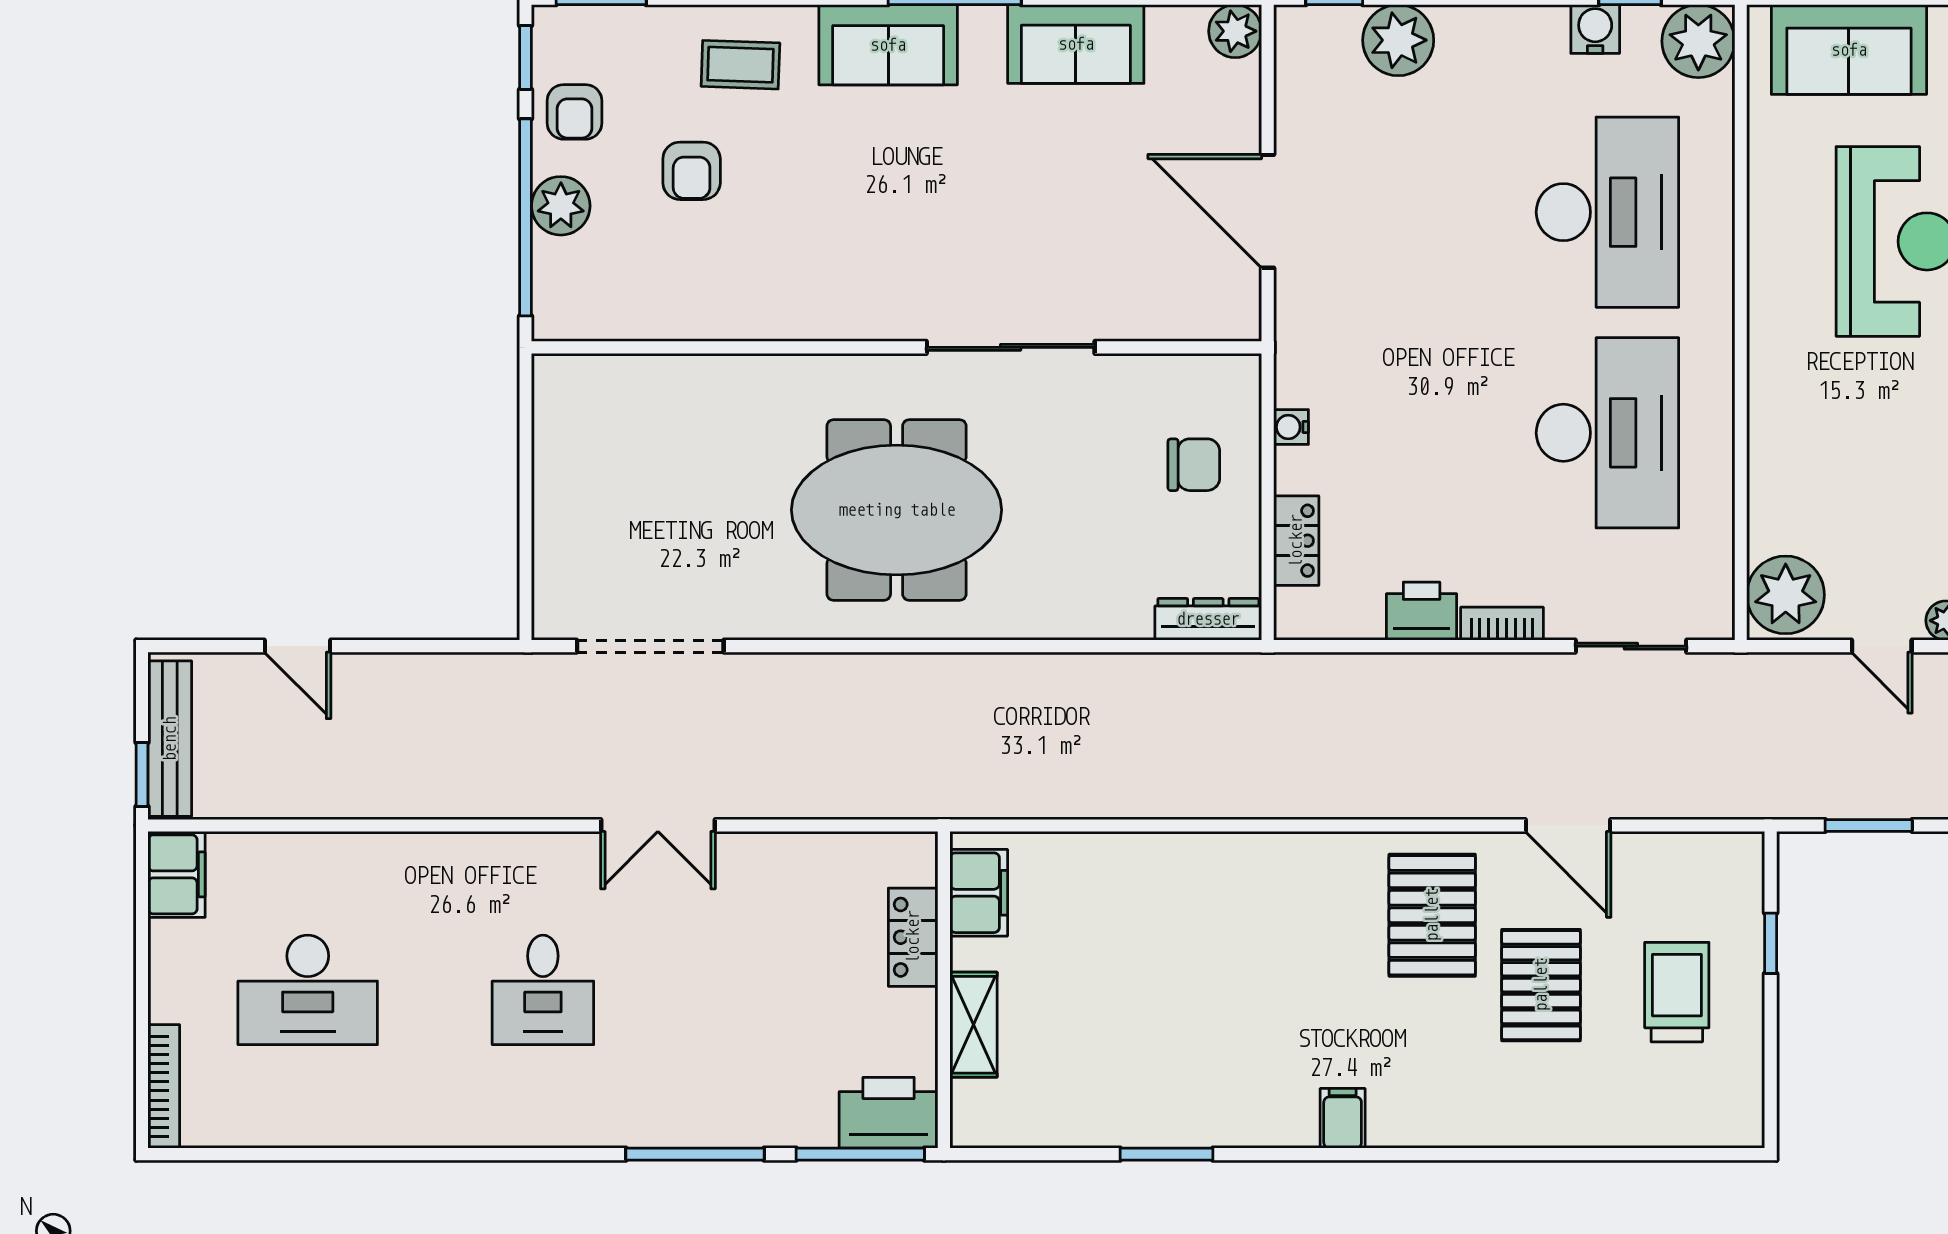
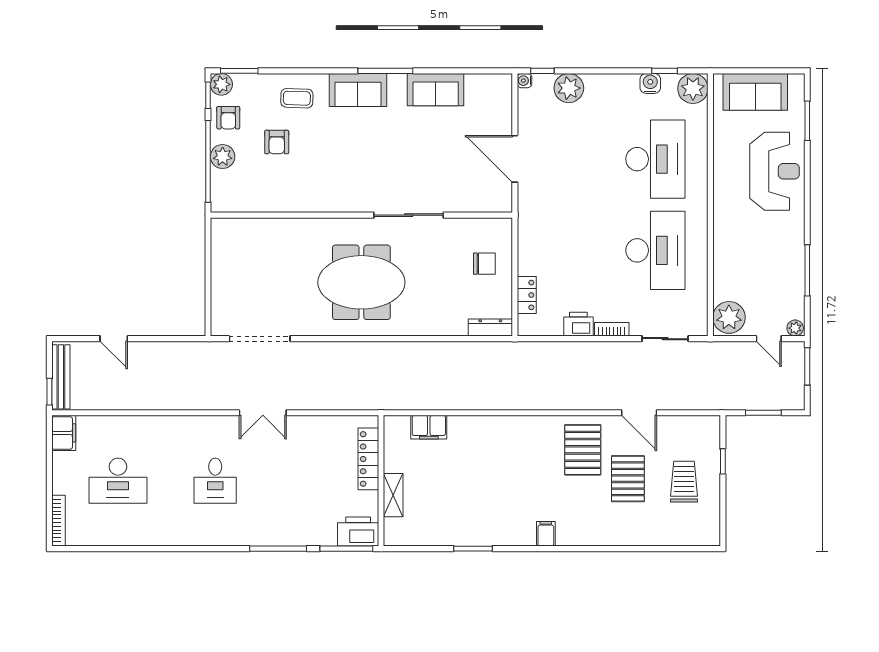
plant: (1235, 31) -> (221, 84), moved
water cooler: (1291, 427) -> (525, 81), moved
filing cabinet: (979, 893) -> (429, 427), moved, turned 90
locker: (913, 937) -> (368, 459), width x1.53

